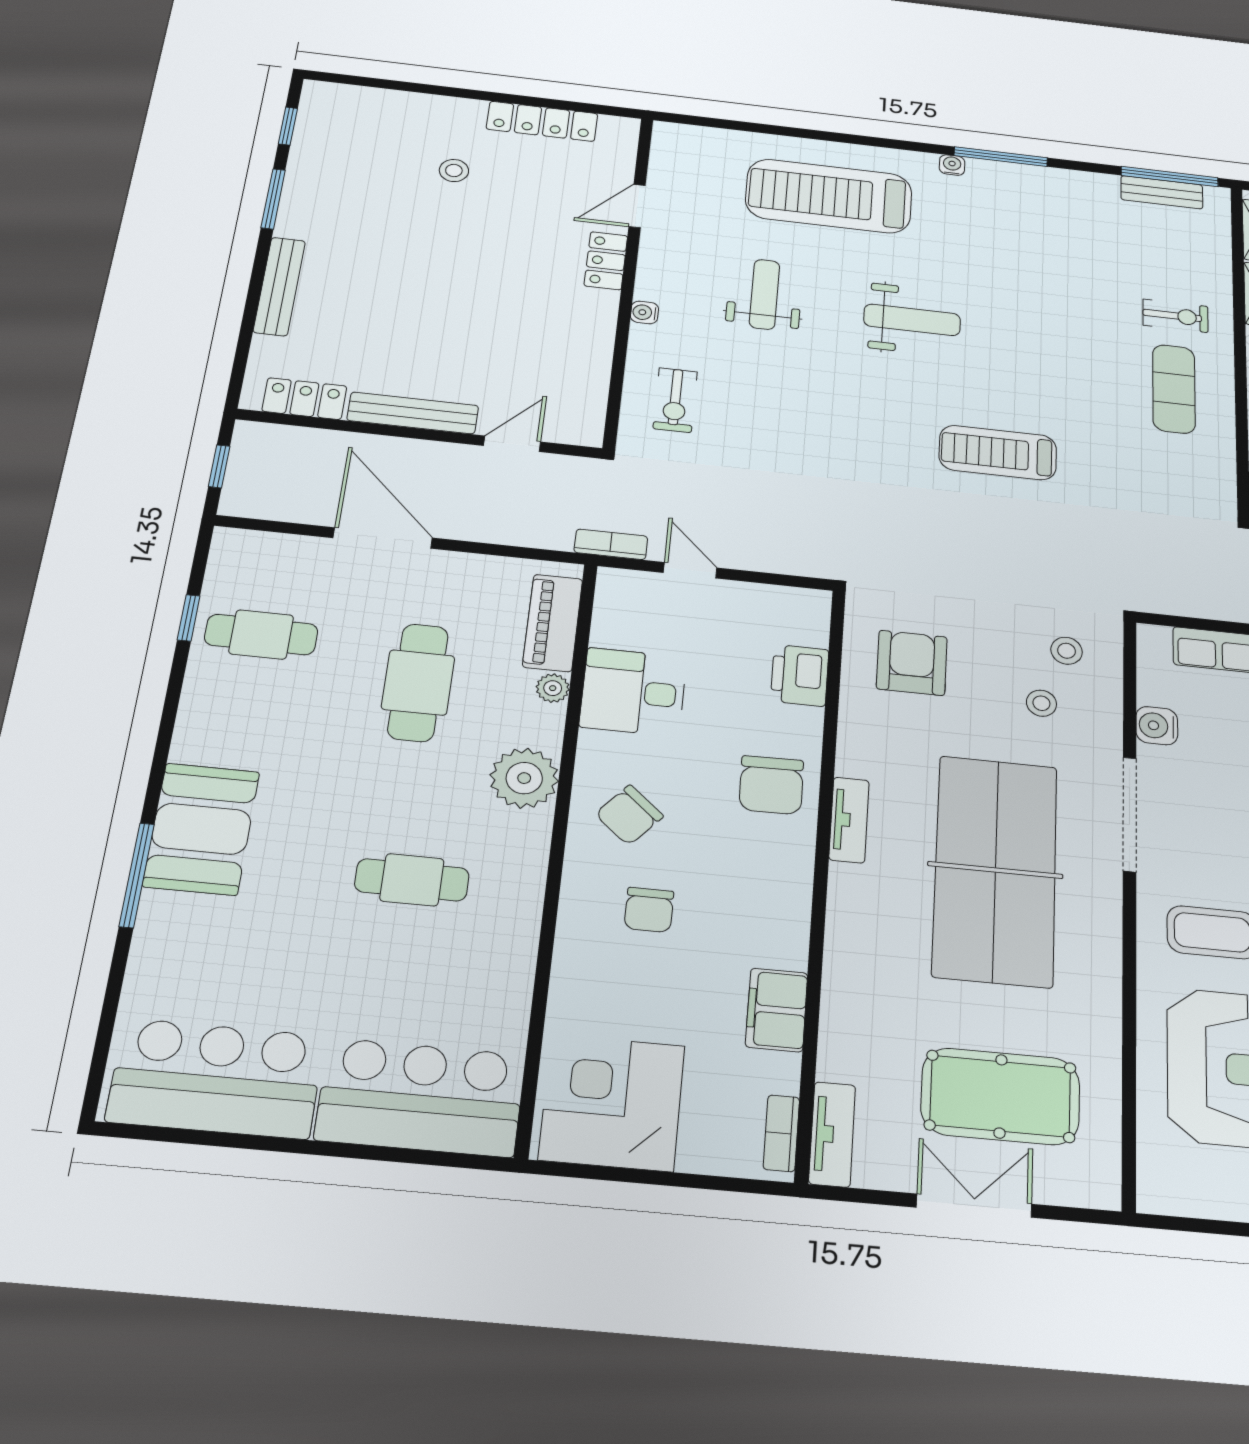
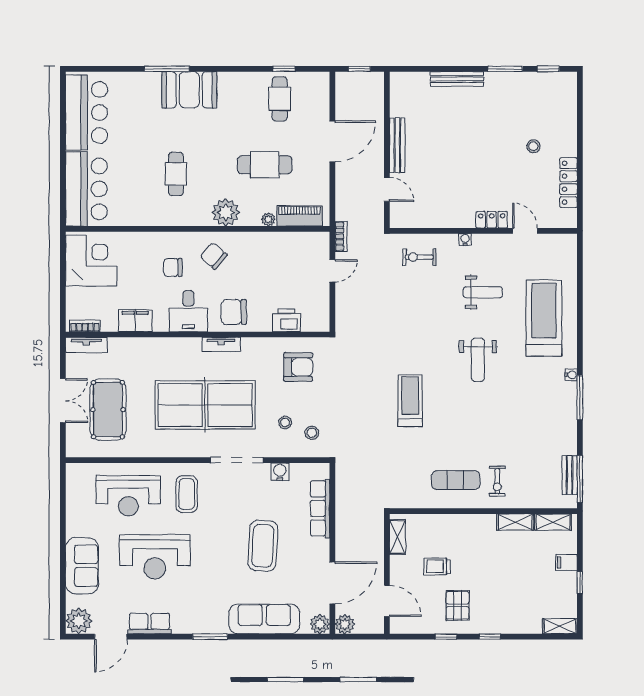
locker: (304, 399) -> (399, 99), removed
desk: (633, 692) -> (188, 311), moved, turned 180

